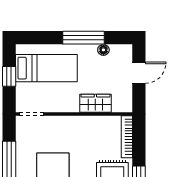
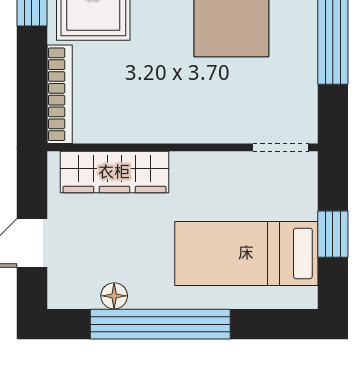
window: (83, 38) -> (160, 324), width x1.46
wardrobe: (95, 103) -> (114, 172), width x1.50

